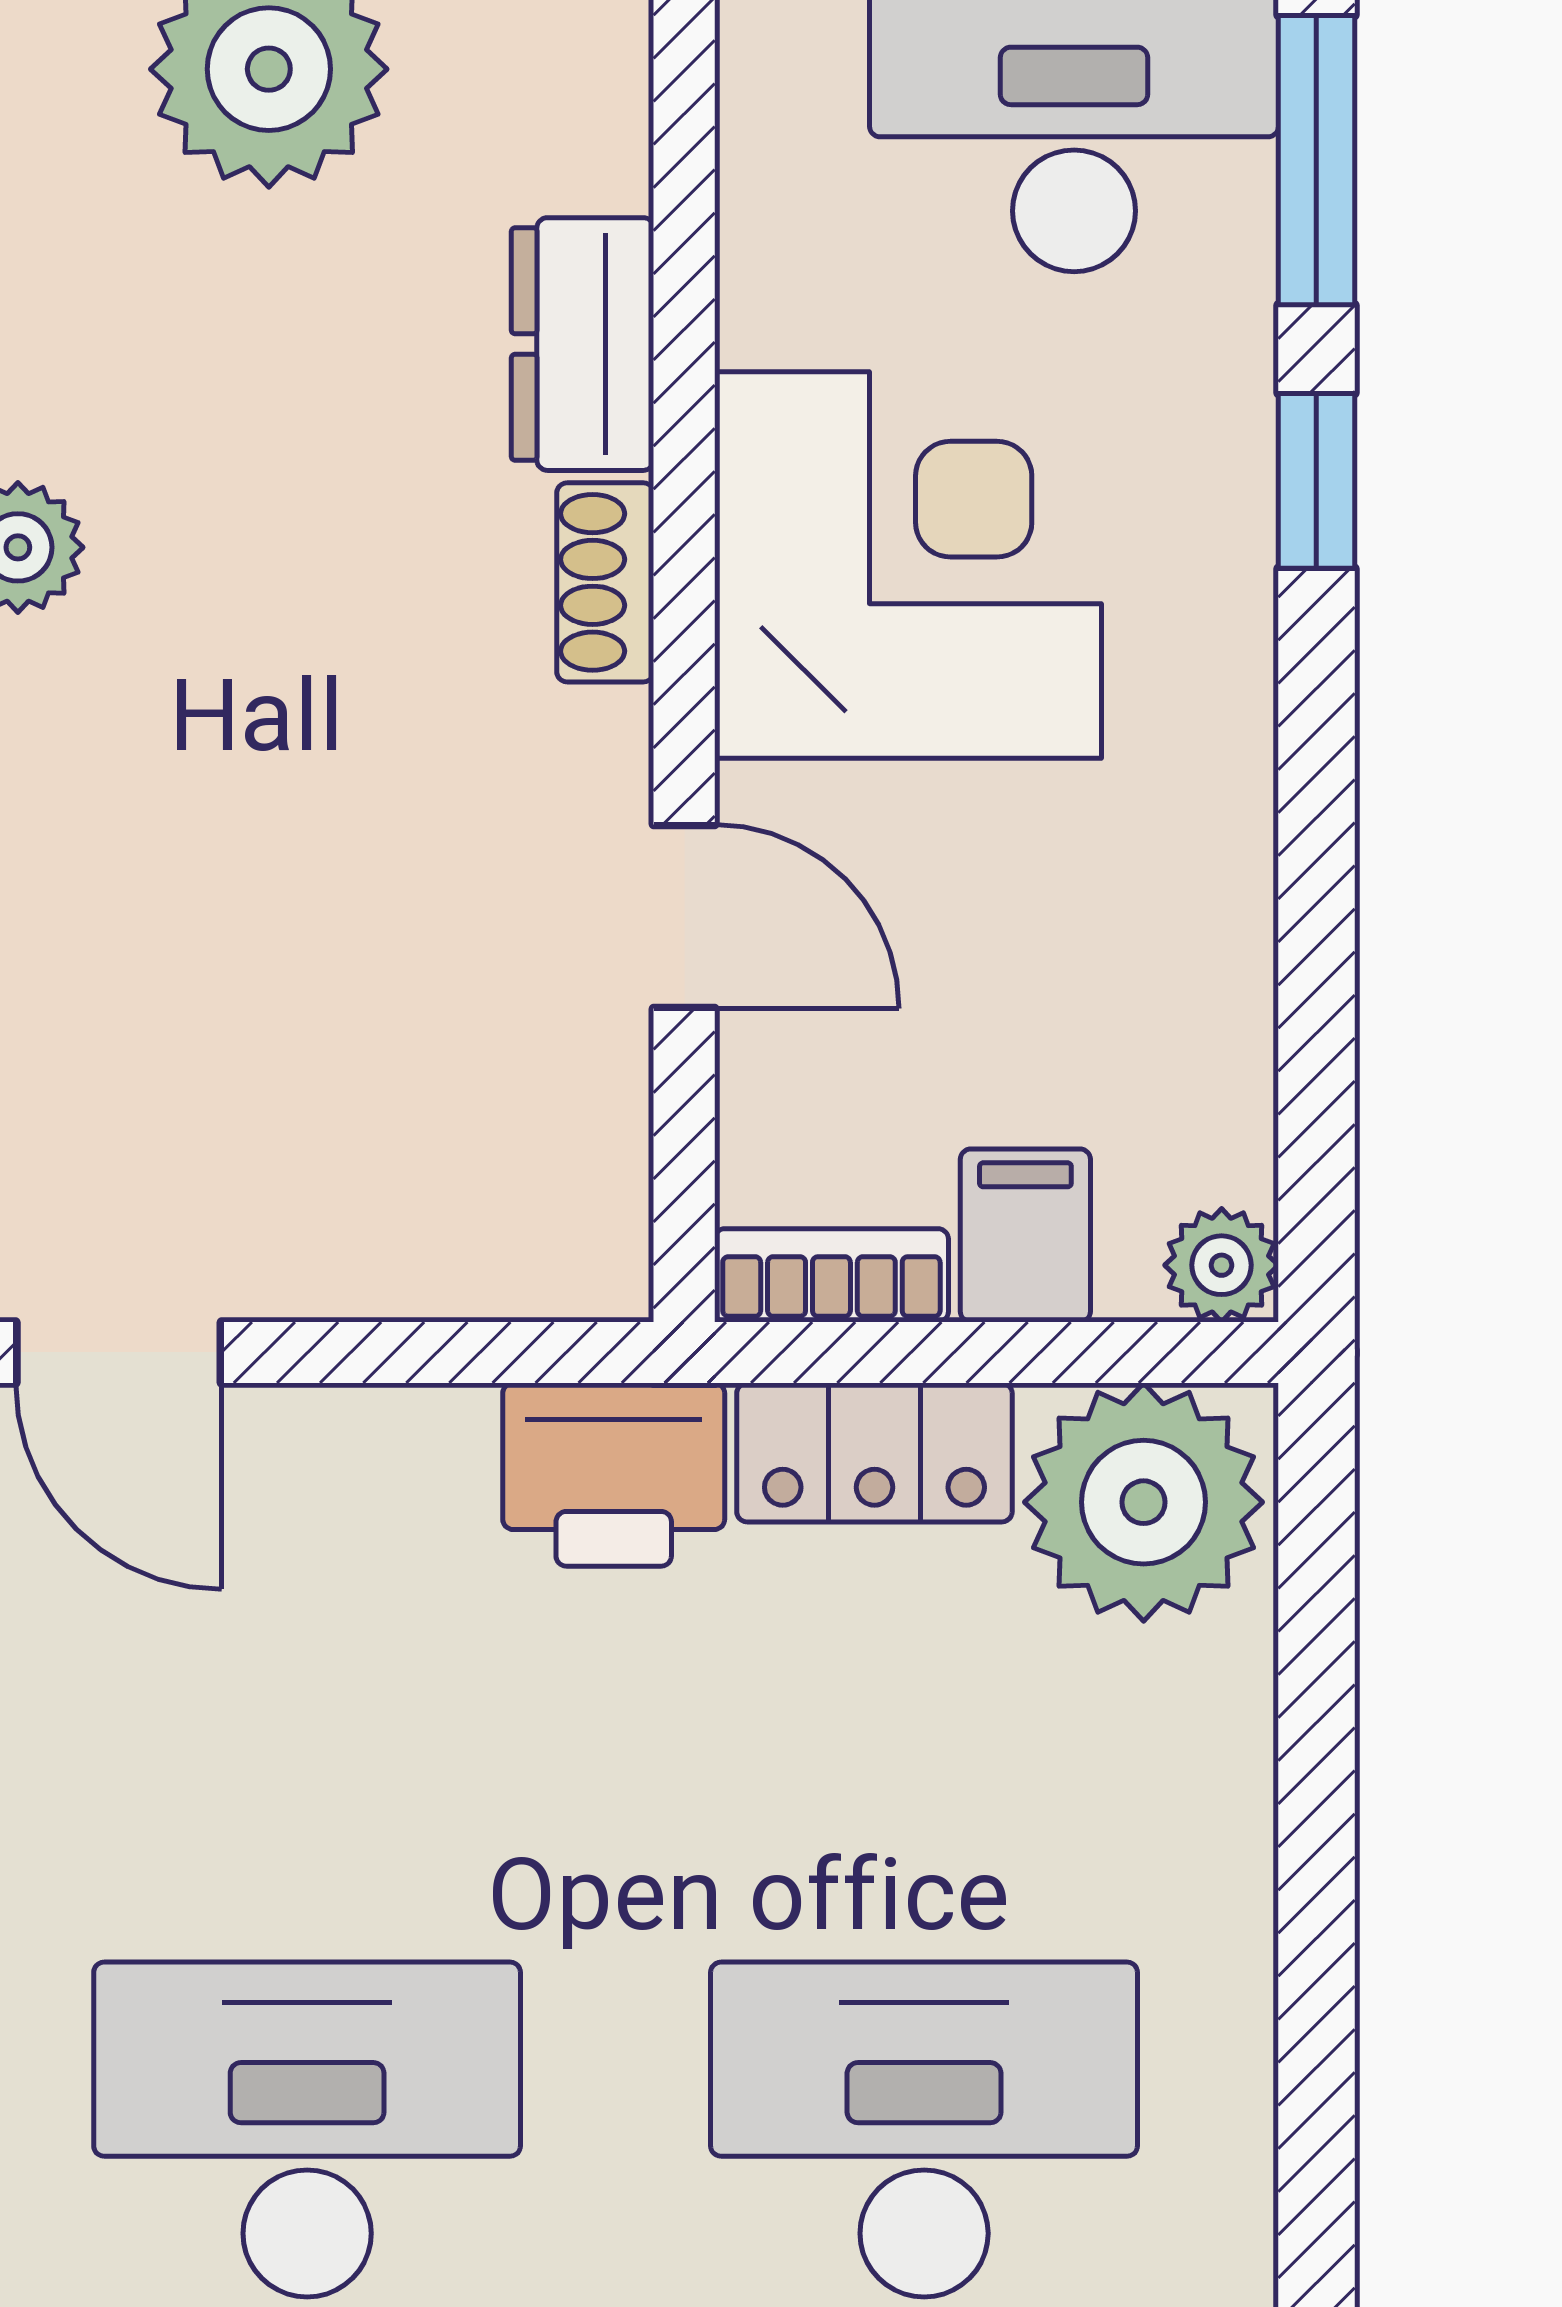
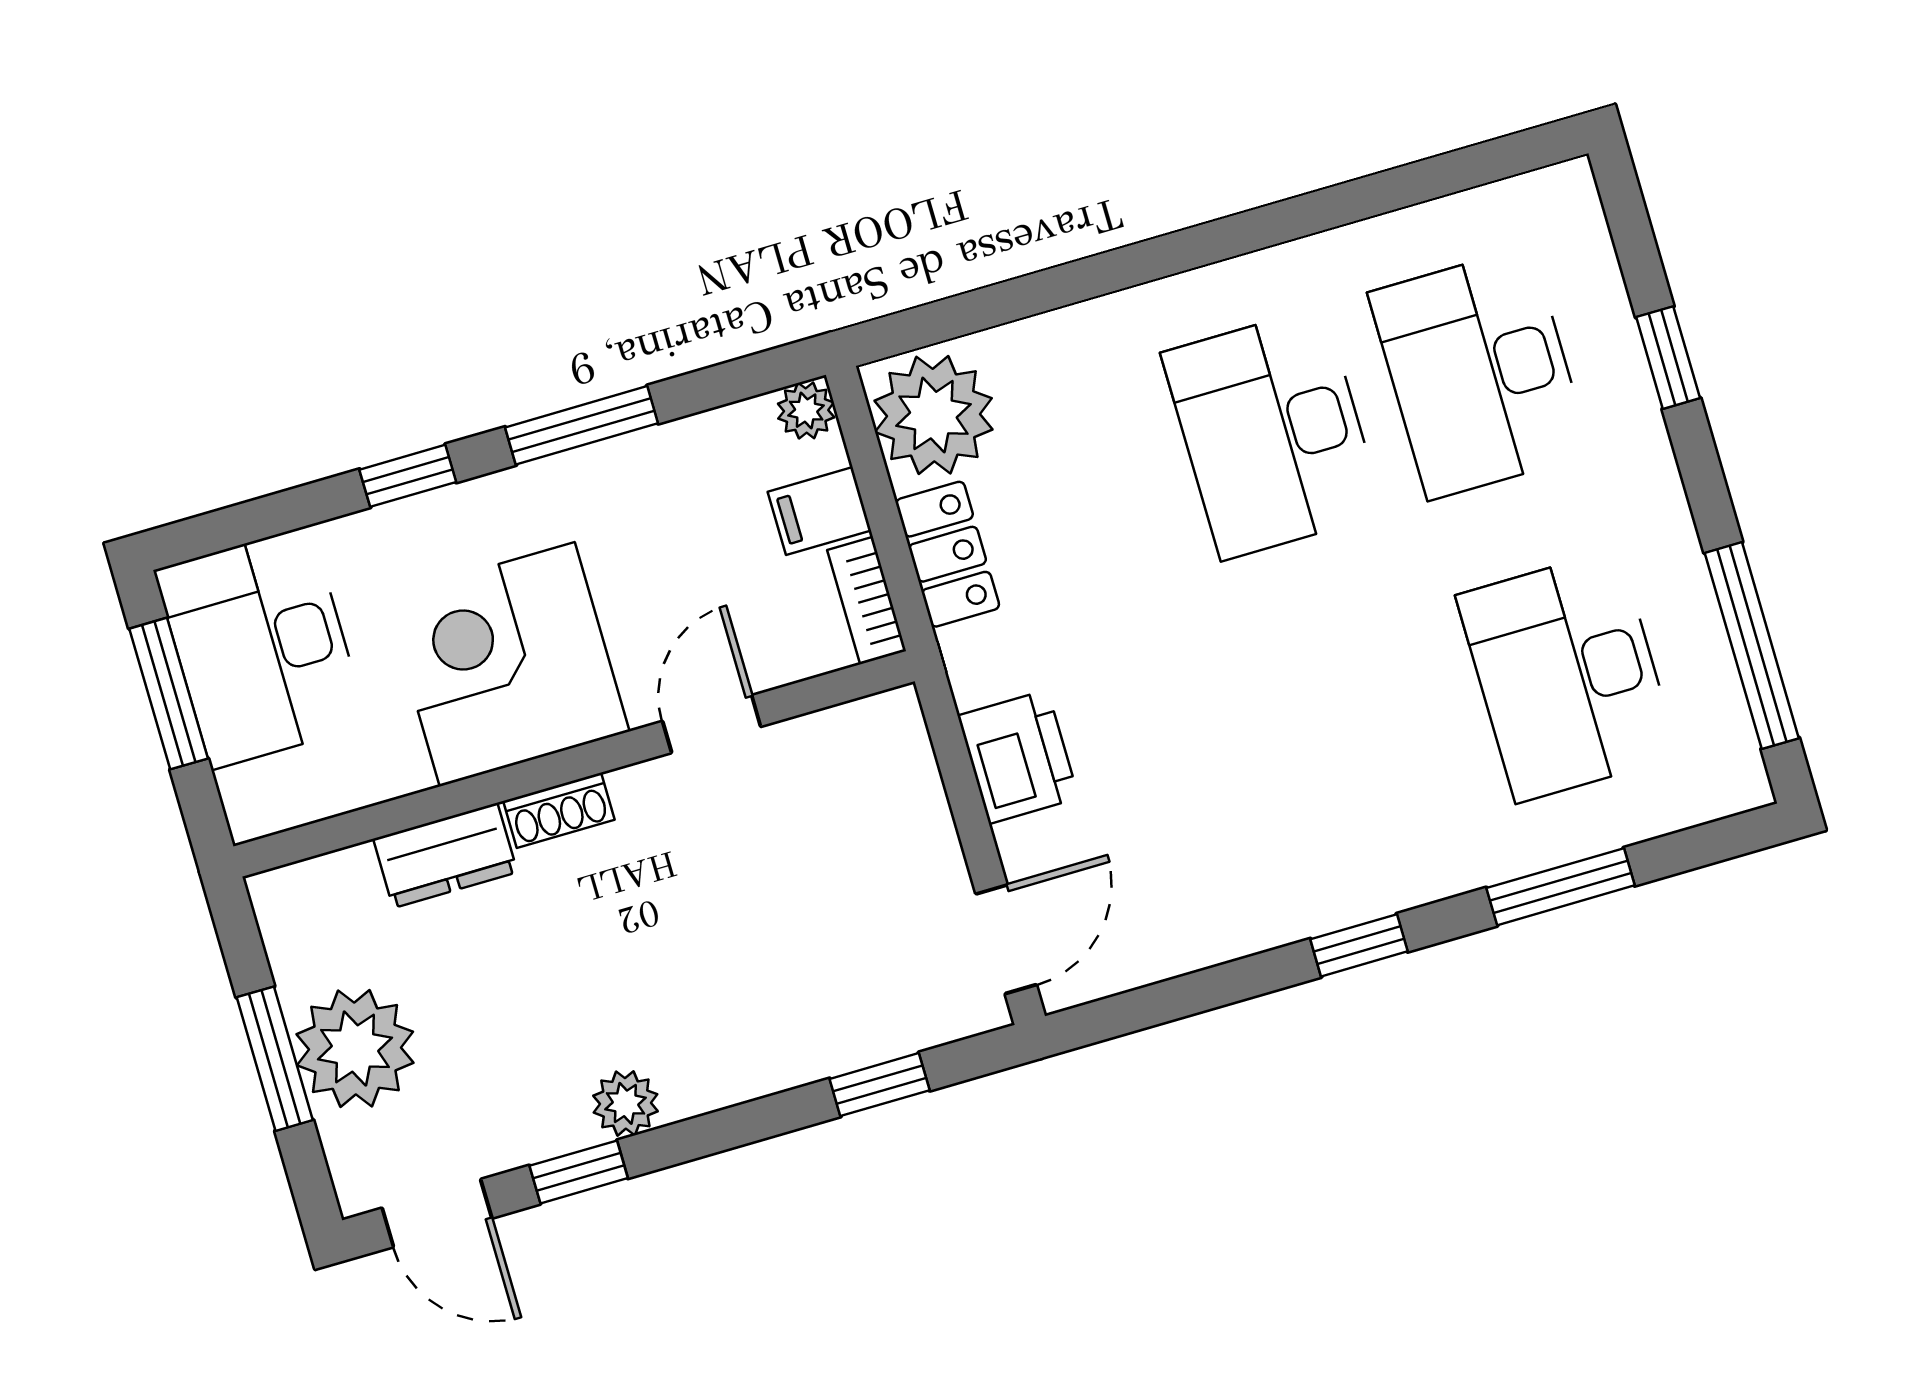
window: (1316, 160) -> (581, 425), moved
printer: (614, 1475) -> (1018, 757), moved
desk: (307, 2130) -> (1361, 736), removed

